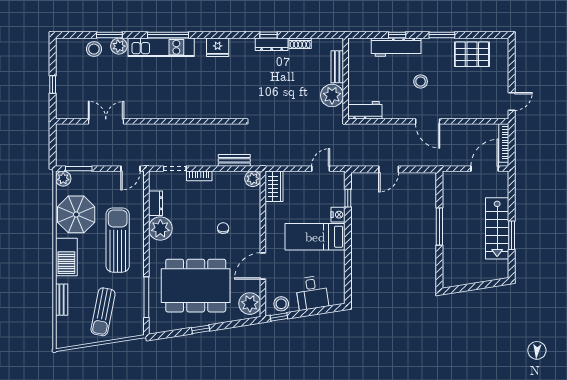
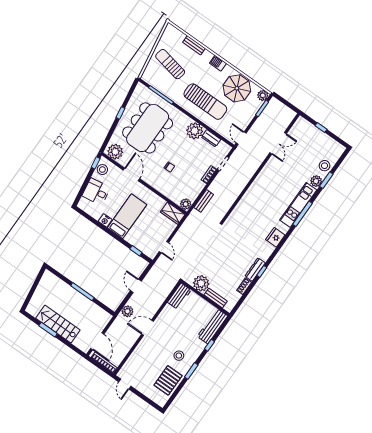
workbench: (396, 47) -> (212, 326), moved
stool: (421, 81) -> (179, 356), moved
plant: (425, 158) -> (127, 311), added
nightstand: (338, 215) -> (105, 220), moved
barbecue: (66, 257) -> (218, 63), width x0.53, depth x0.65

